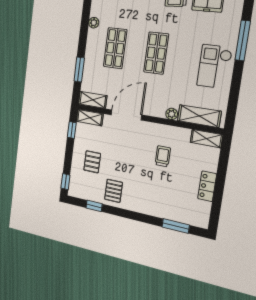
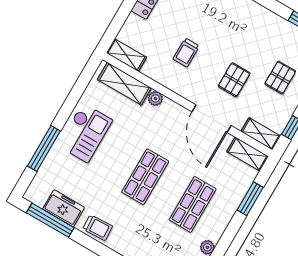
door: (126, 115) -> (211, 119), hinge flipped
pallet: (114, 191) -> (234, 80), moved

